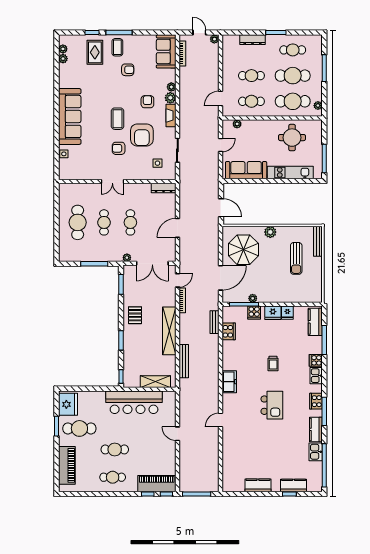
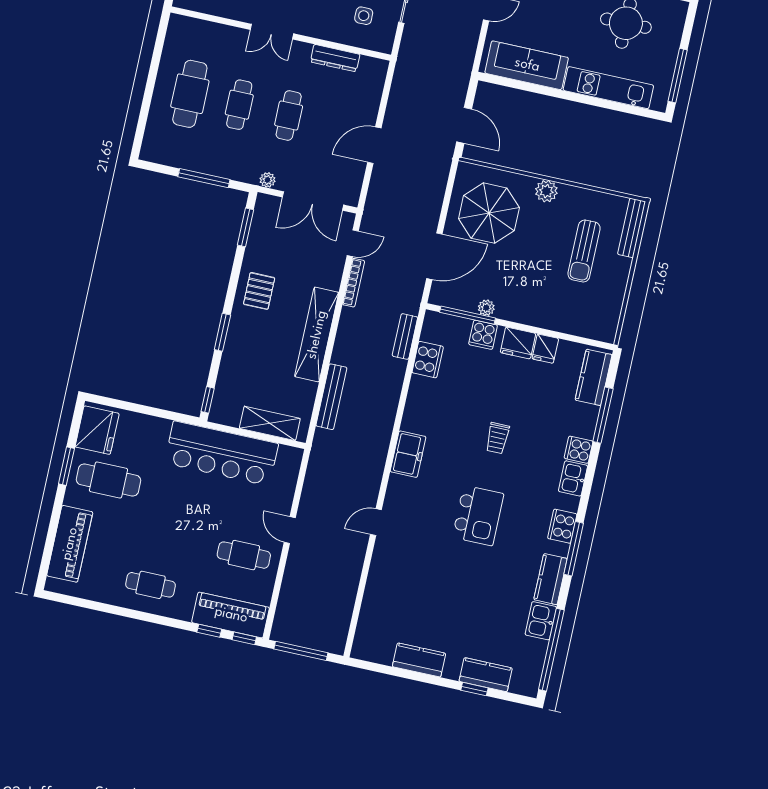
dresser: (164, 188) -> (335, 58), moved
cafe table: (115, 449) -> (244, 555), moved

